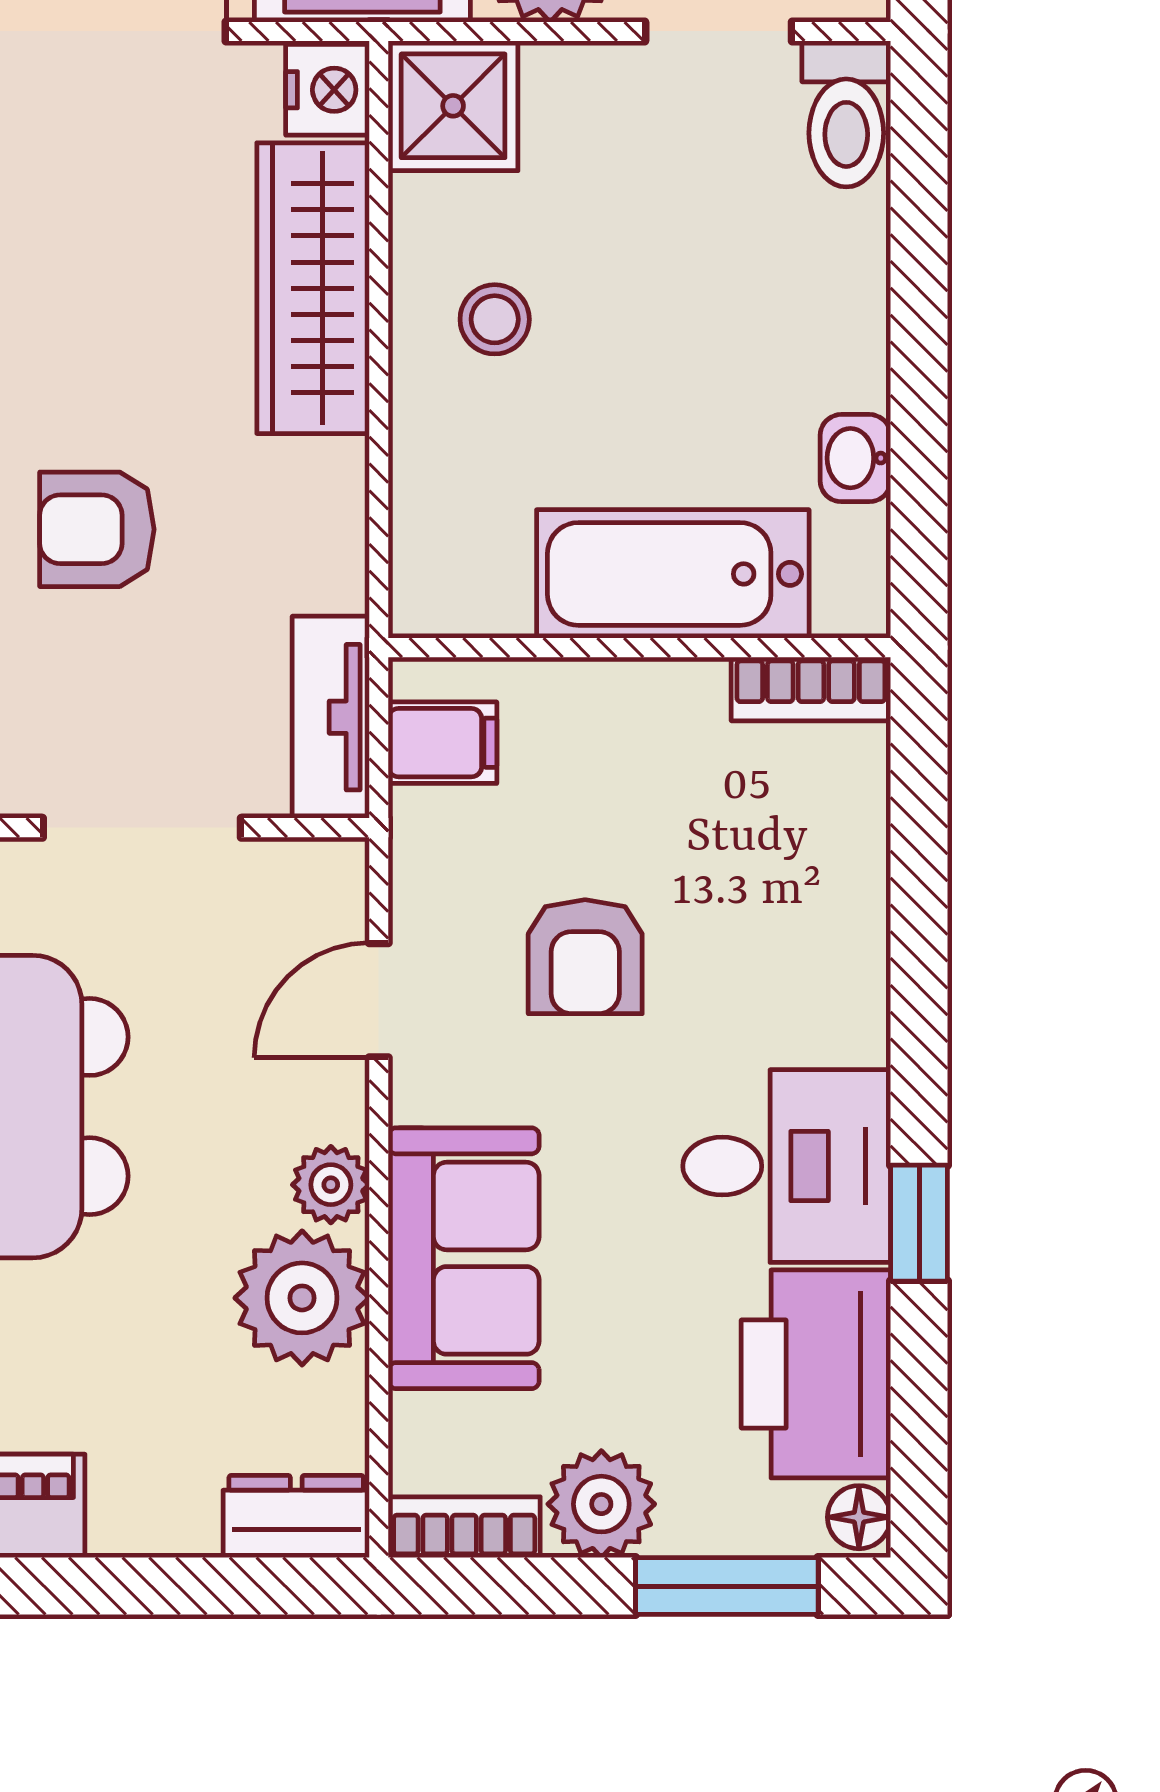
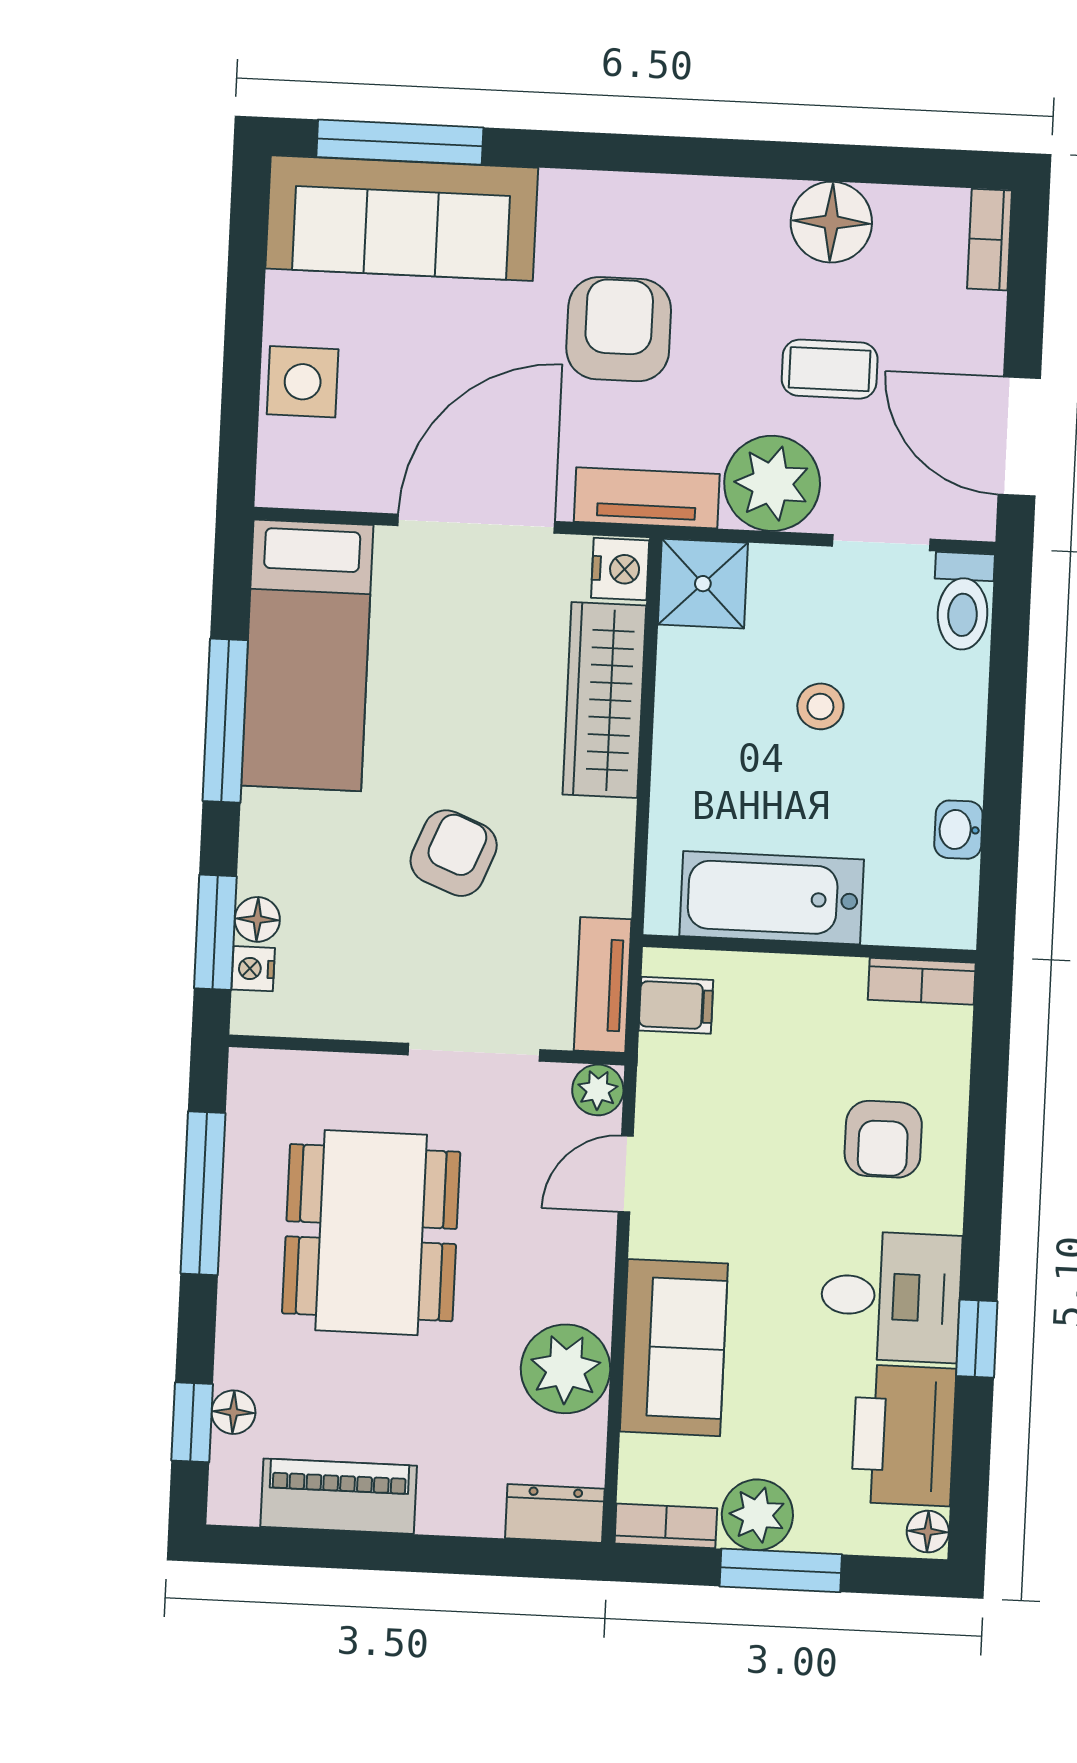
stool: (495, 319) -> (820, 706), moved
armchair: (97, 529) -> (454, 853), turned 112
bathtub: (673, 574) -> (772, 898), moved
armchair: (585, 957) -> (883, 1139), moved
plant: (331, 1185) -> (598, 1090), moved
window: (727, 1586) -> (781, 1570), moved

